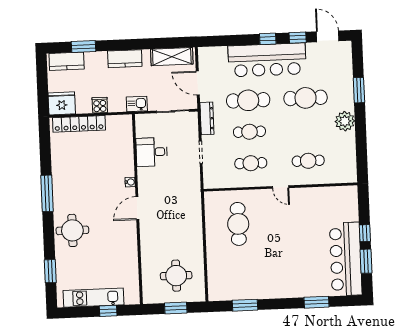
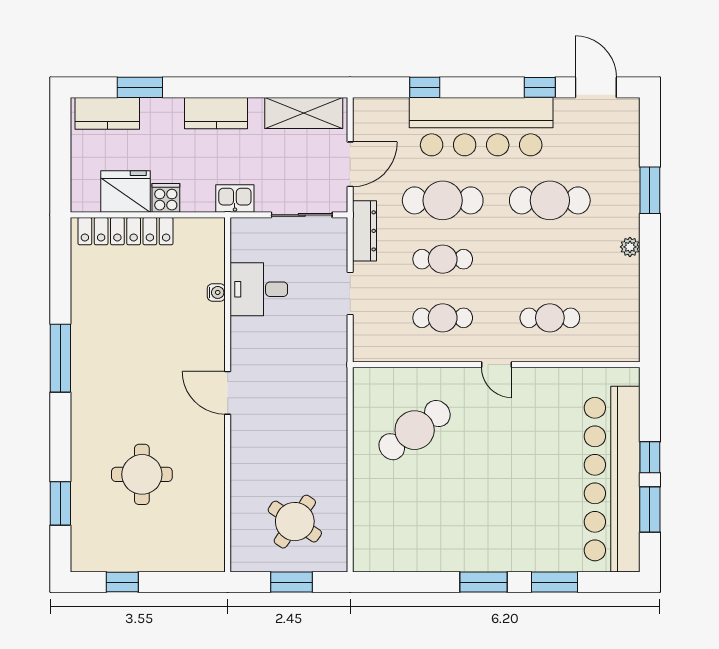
window: (268, 39) -> (425, 87), moved
door: (198, 83) -> (350, 164), swing flipped
fridge: (62, 103) -> (126, 192), moved
plant: (345, 121) -> (630, 247), width x0.53, depth x0.53
water cooler: (130, 182) -> (216, 292), moved
door: (137, 208) -> (228, 393), hinge flipped
cafe table: (238, 224) -> (415, 430), turned 54
round table: (72, 230) -> (142, 474), moved
bar counter: (346, 259) -> (612, 479), width x1.36
round table: (176, 276) -> (295, 522), turned 34
kitchen unit: (94, 298) -> (139, 556), removed
window: (245, 305) -> (483, 582), moved
window: (108, 311) -> (122, 582), moved

